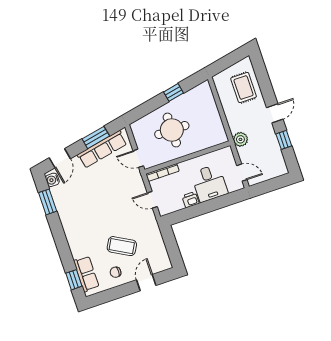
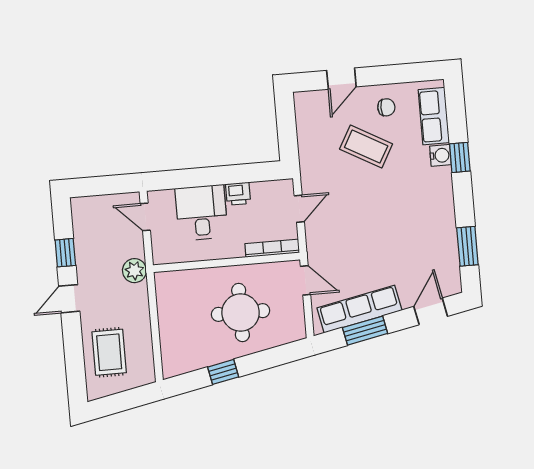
water cooler: (52, 180) -> (440, 155), moved
door: (152, 200) -> (299, 209), hinge flipped
window: (74, 280) -> (460, 157), moved

